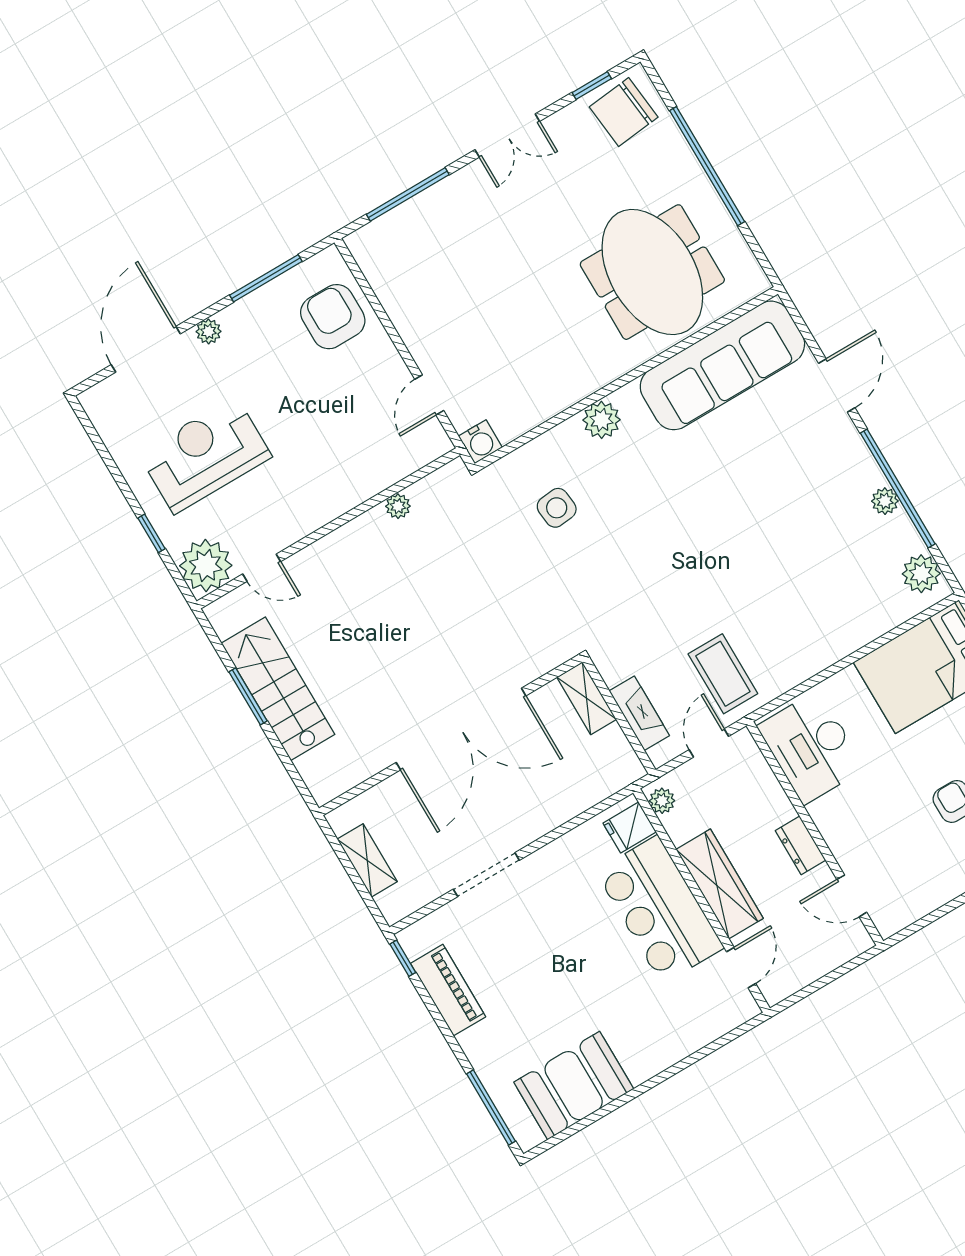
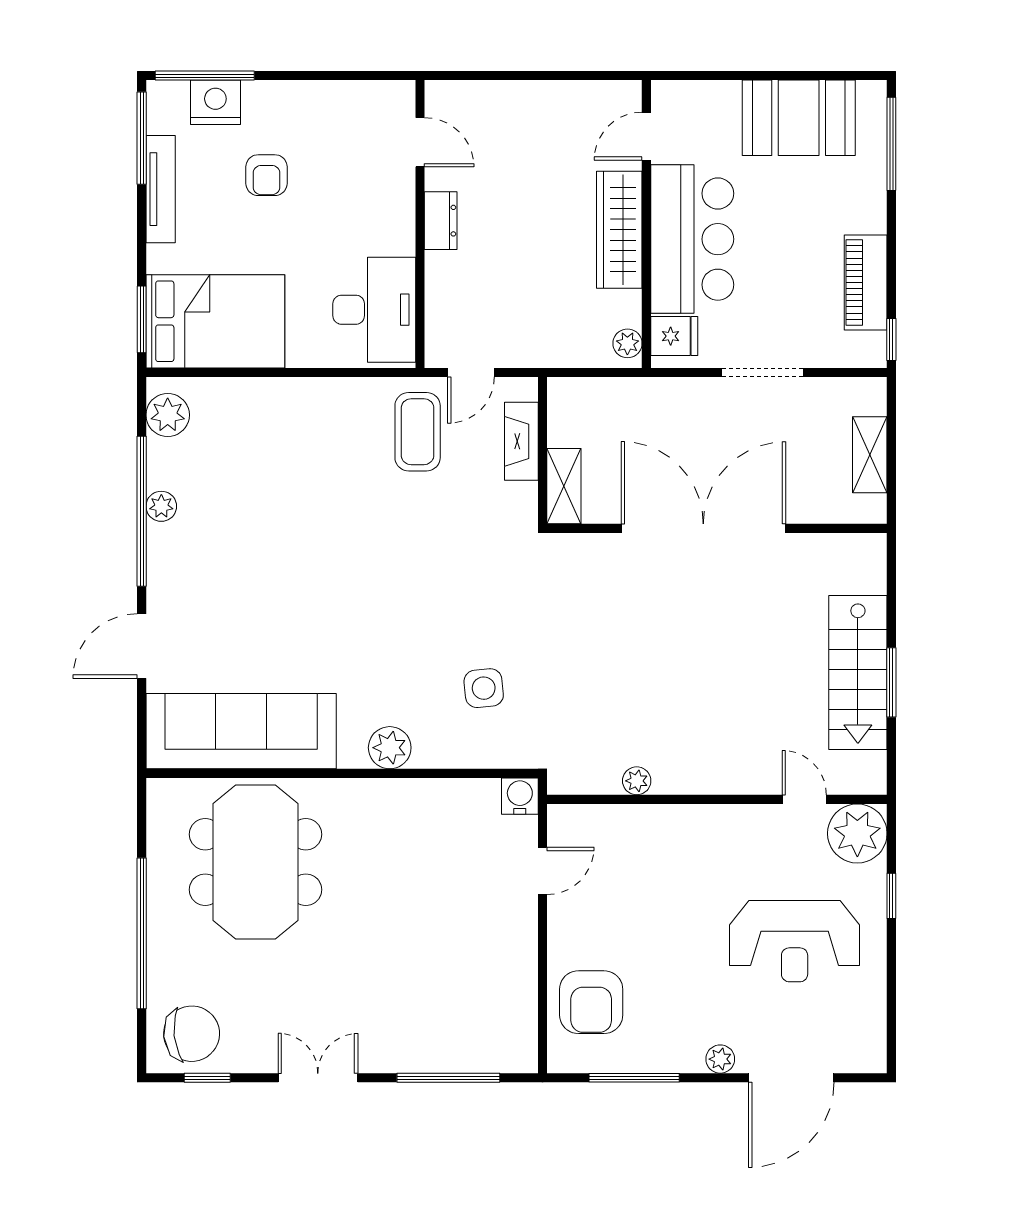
plant: (662, 801) -> (627, 343), moved
fridge: (630, 827) -> (674, 336), moved
wardrobe: (720, 884) -> (619, 230), moved
wall: (701, 900) -> (646, 224), moved
bar counter: (660, 910) -> (692, 239), moved
door: (741, 968) -> (646, 136), moved

